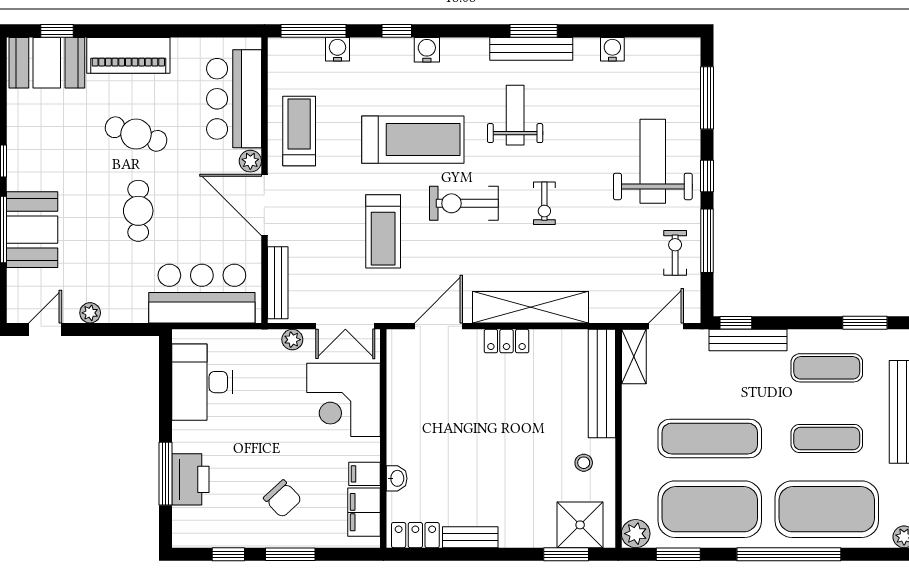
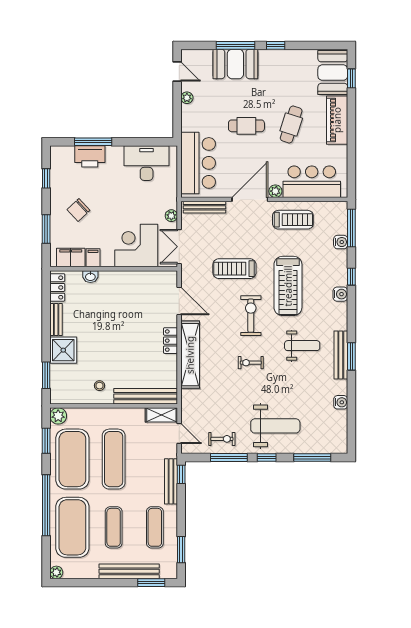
shower: (580, 525) -> (63, 350), moved
window: (290, 554) -> (46, 229), moved

